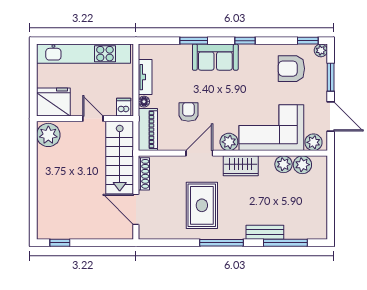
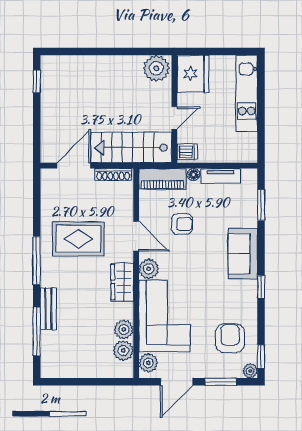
window: (194, 41) -> (261, 205), moved
kitchen unit: (83, 54) -> (247, 93), width x0.73

